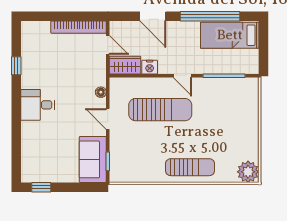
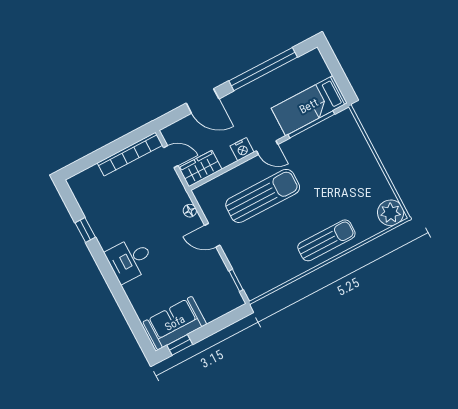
bed: (230, 35) -> (309, 106), moved
nightstand: (150, 67) -> (242, 149), moved
sofa: (93, 159) -> (175, 323), moved, turned 90

